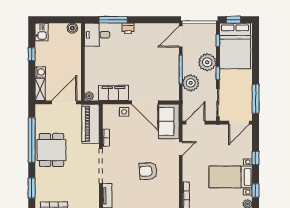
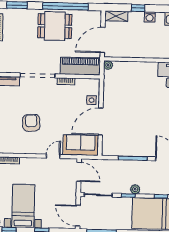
window: (32, 54) -> (138, 8), moved
plant: (207, 62) -> (135, 189), width x0.53, depth x0.53
washing machine: (40, 72) -> (150, 17), moved
plant: (191, 83) -> (119, 168), removed
filing cabinet: (114, 93) -> (111, 90), removed
door: (64, 102) -> (103, 40), swing flipped
door: (181, 148) -> (53, 156), swing flipped

